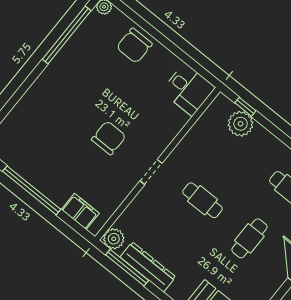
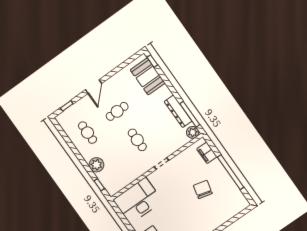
desk: (188, 89) -> (138, 201), width x1.87, depth x1.30
plant: (241, 124) -> (96, 165), moved
chair: (109, 138) -> (203, 189), moved, turned 104

